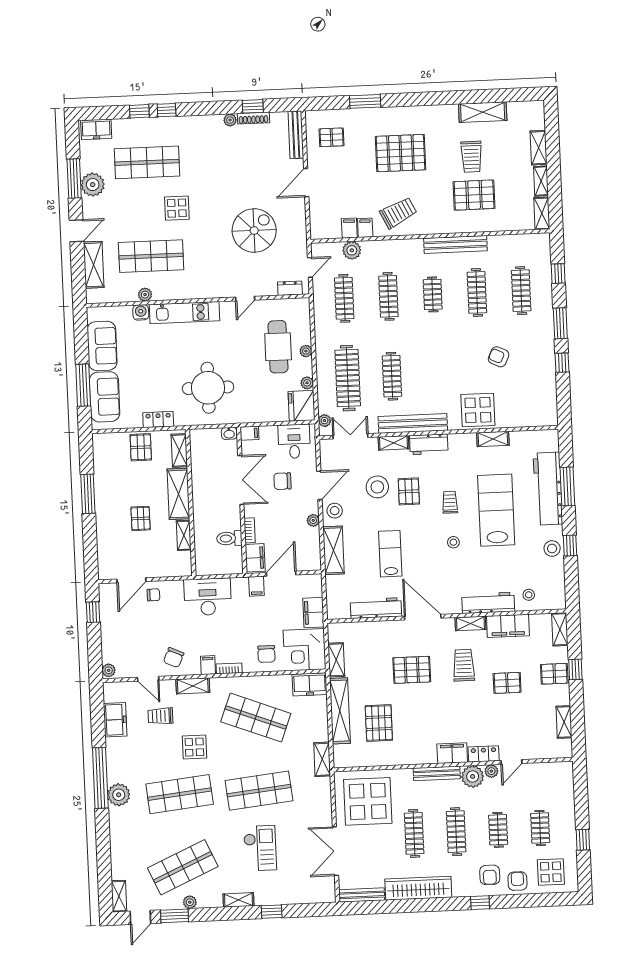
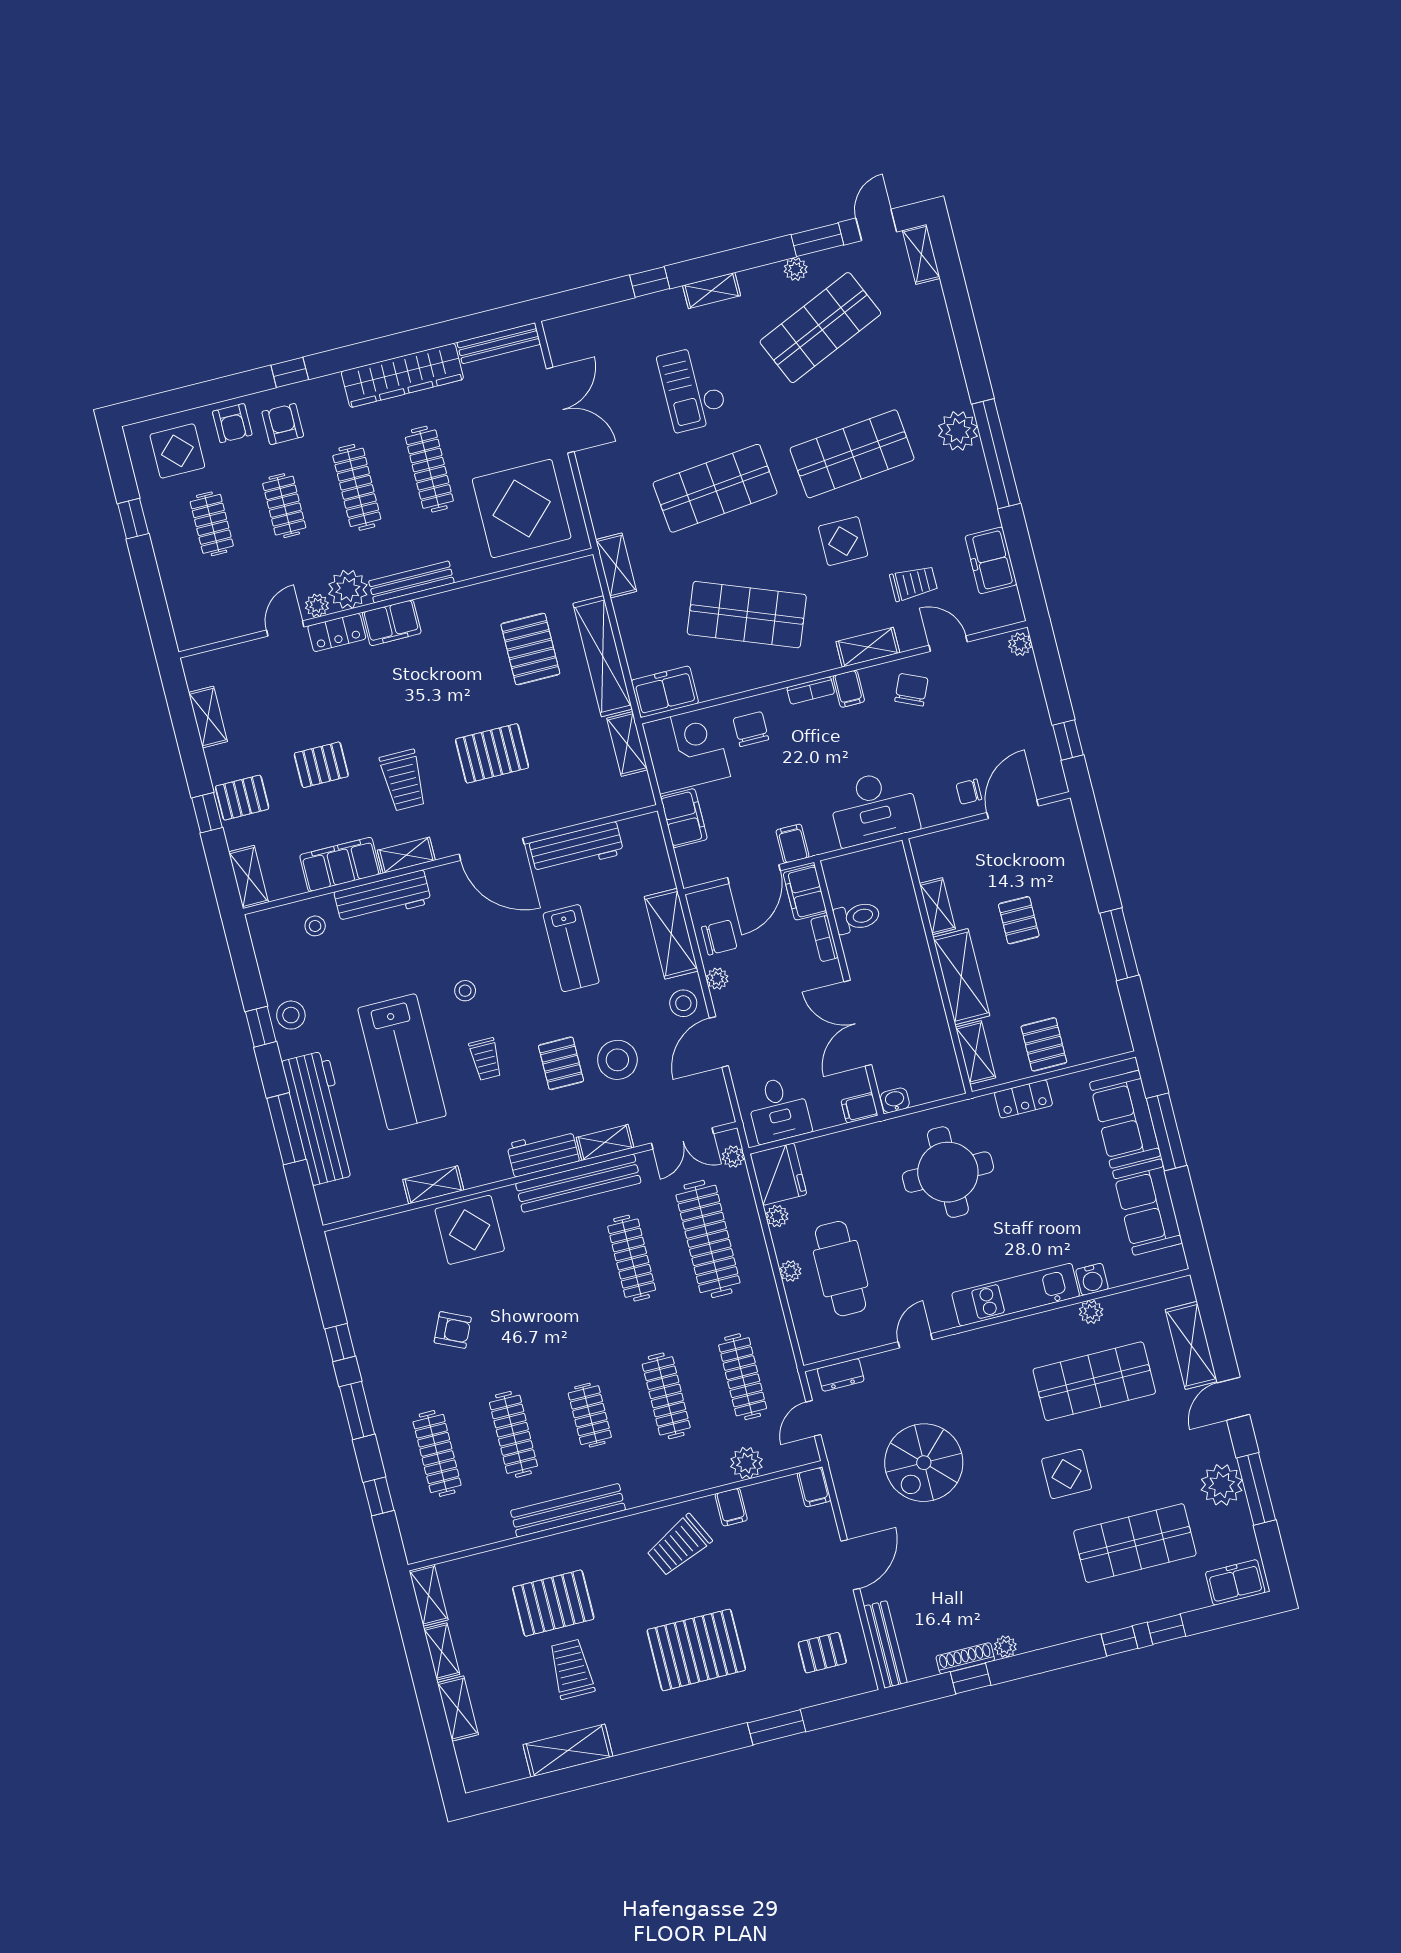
filing cabinet: (349, 228) -> (814, 1487), moved
chair: (282, 481) -> (719, 938), moved

